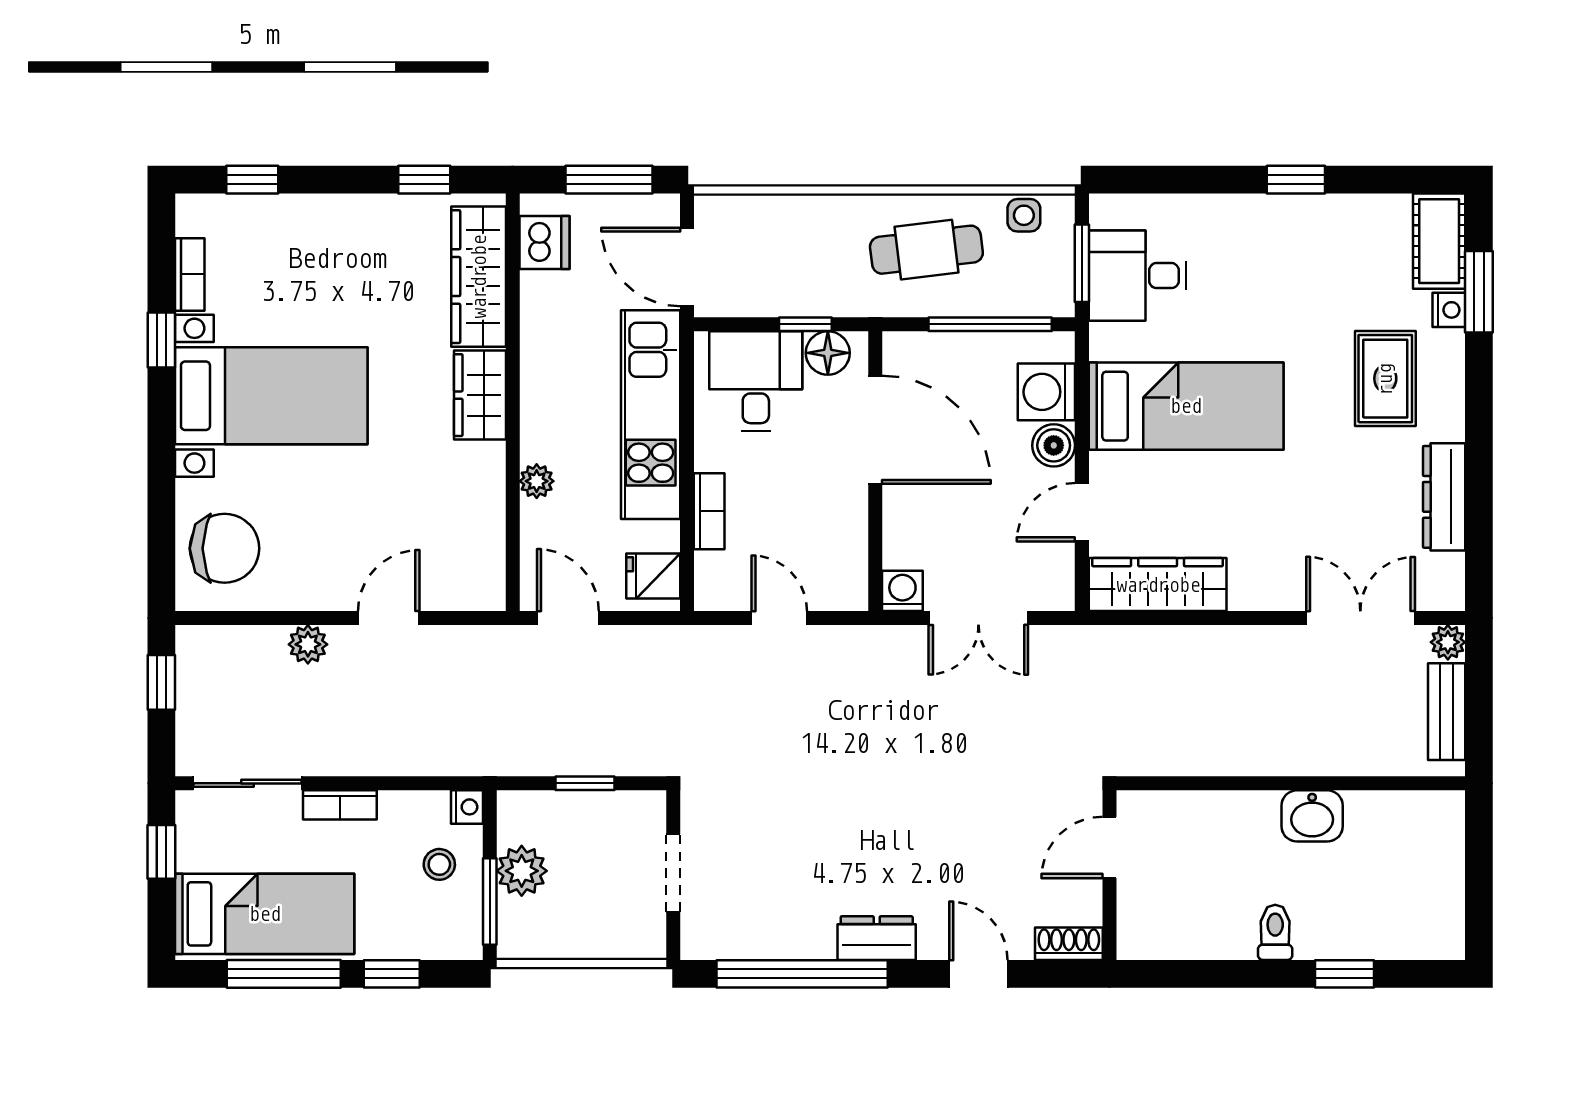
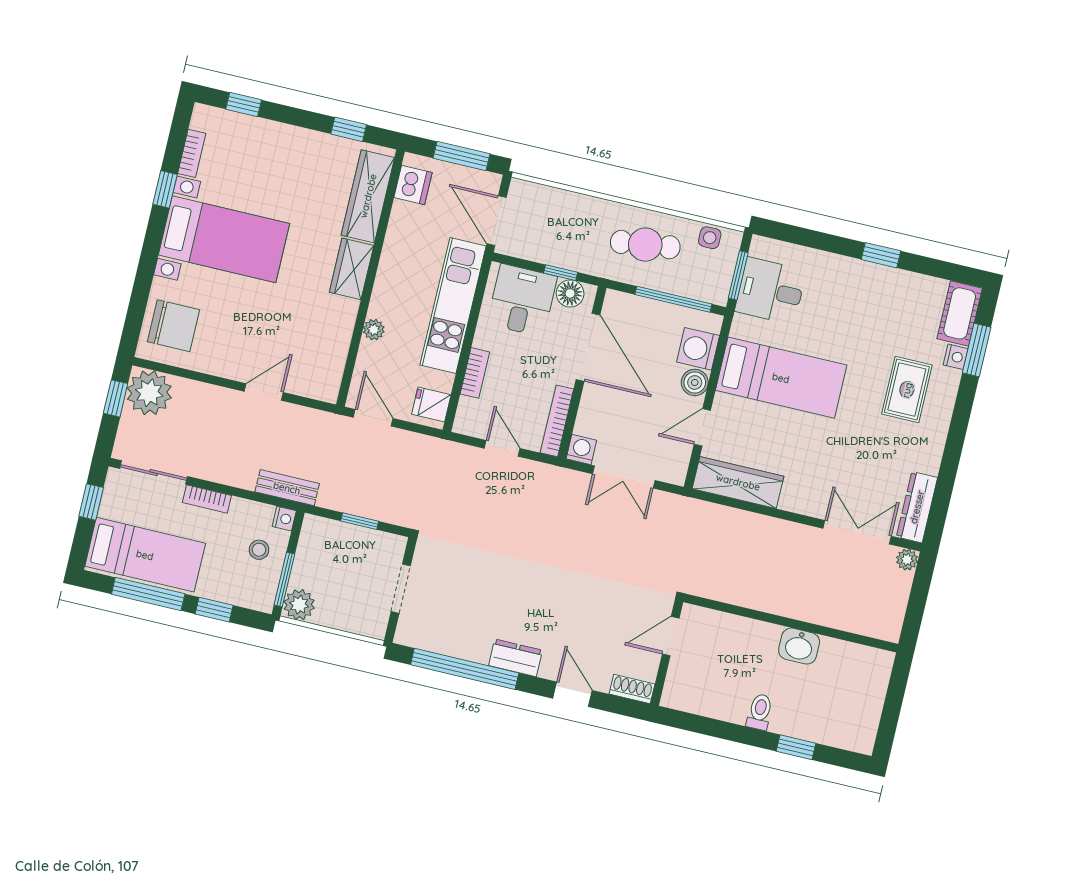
dresser: (1444, 497) -> (917, 507), moved
bookcase: (854, 555) -> (557, 421), added
plant: (308, 644) -> (149, 393), moved, width x1.87, depth x1.87
bench: (1447, 712) -> (287, 488), moved, turned 90
plant: (522, 871) -> (299, 605), moved

